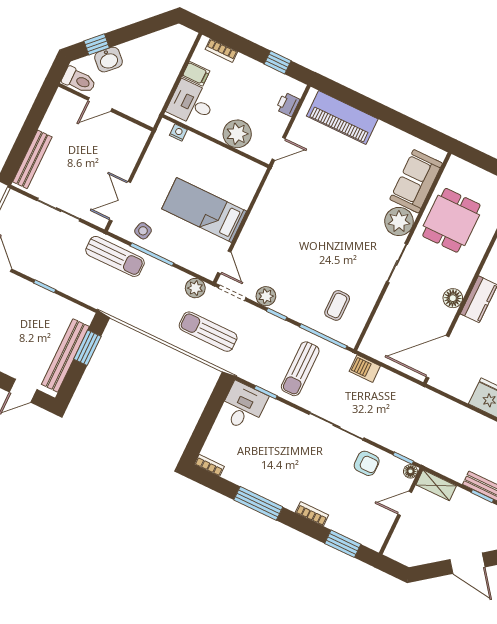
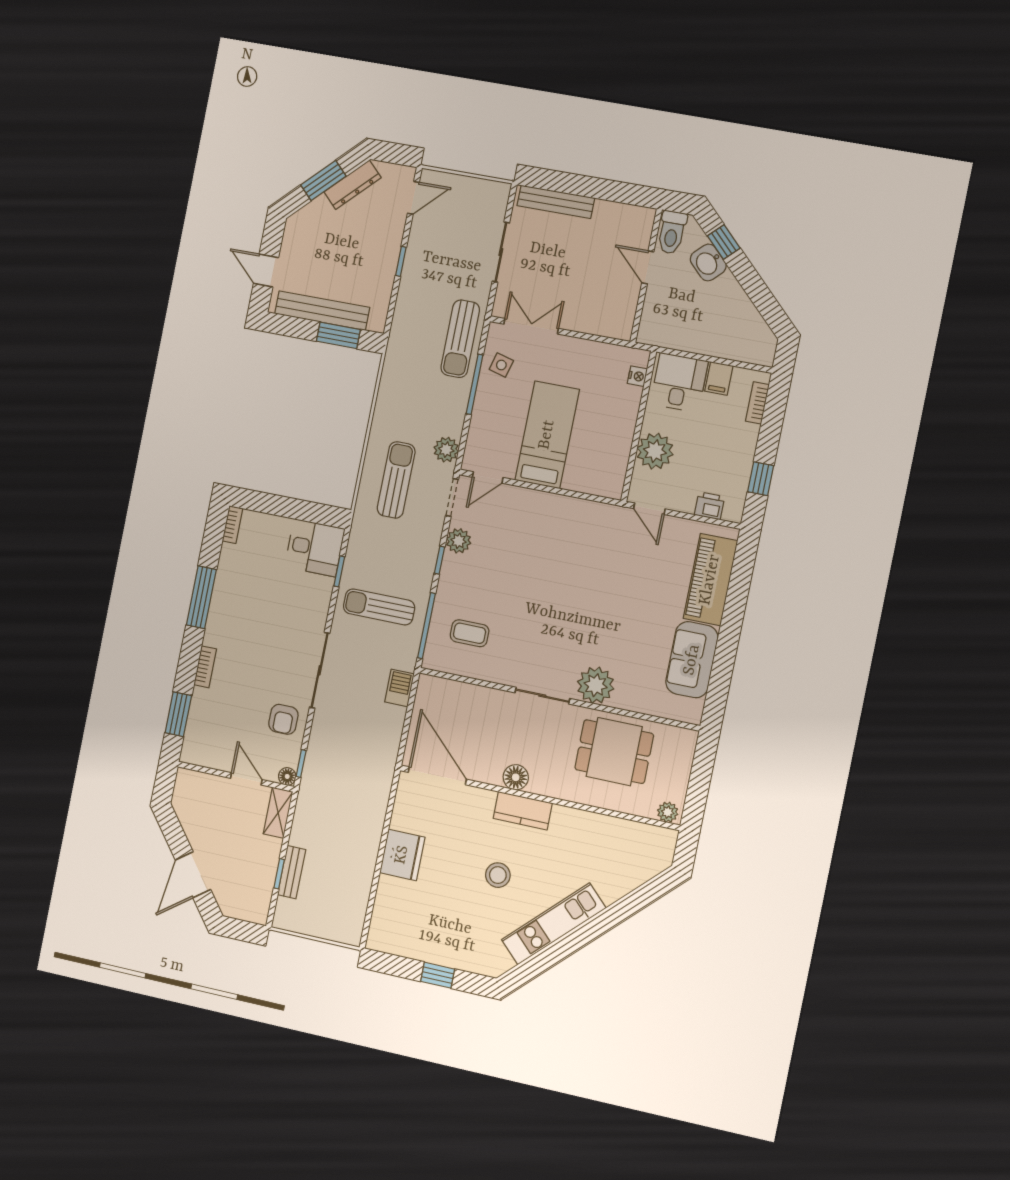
sofa: (416, 181) -> (692, 660), moved, turned -90

